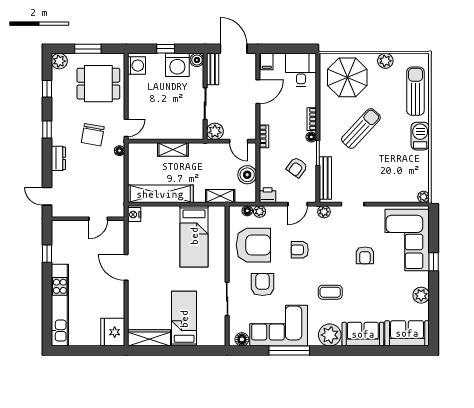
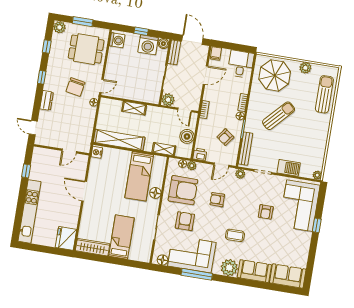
barbecue: (420, 136) -> (289, 168), moved, turned 90
floor lamp: (218, 254) -> (155, 193), added
plant: (421, 295) -> (303, 249), removed

